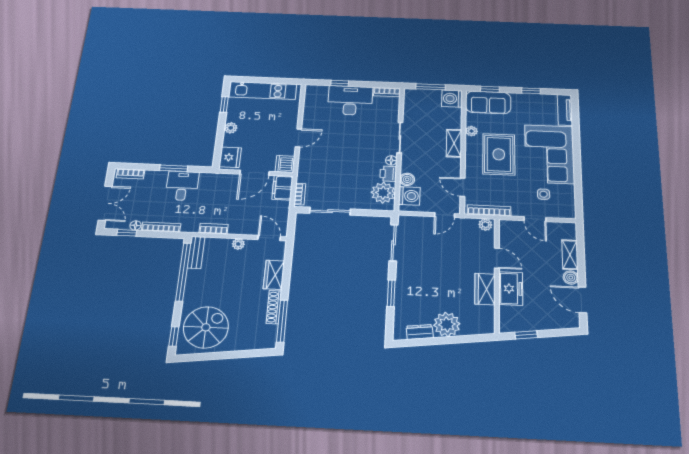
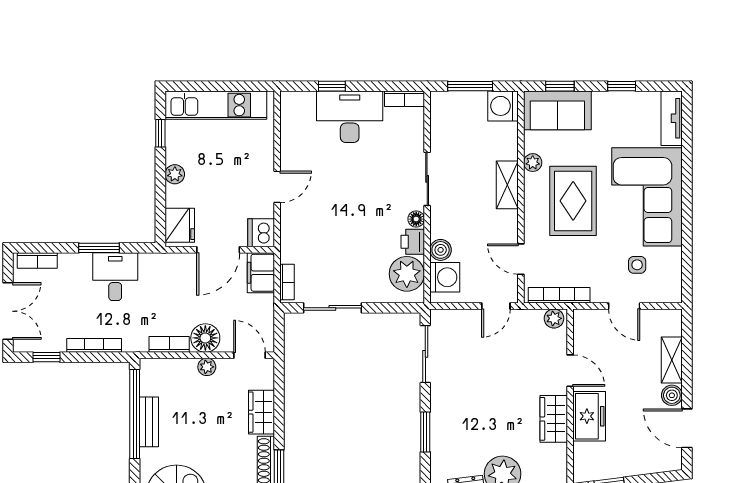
floor lamp: (136, 225) -> (205, 338), moved, width x1.89, depth x1.89
bench: (196, 252) -> (149, 422), moved

